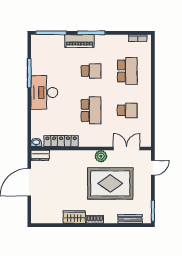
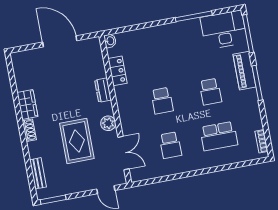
desk: (44, 92) -> (224, 30), moved
school desk: (91, 110) -> (162, 101), width x0.54
locker: (61, 141) -> (117, 71), width x0.66
dresser: (40, 155) -> (103, 90), moved
rug: (110, 183) -> (77, 141), width x0.73, depth x0.69

